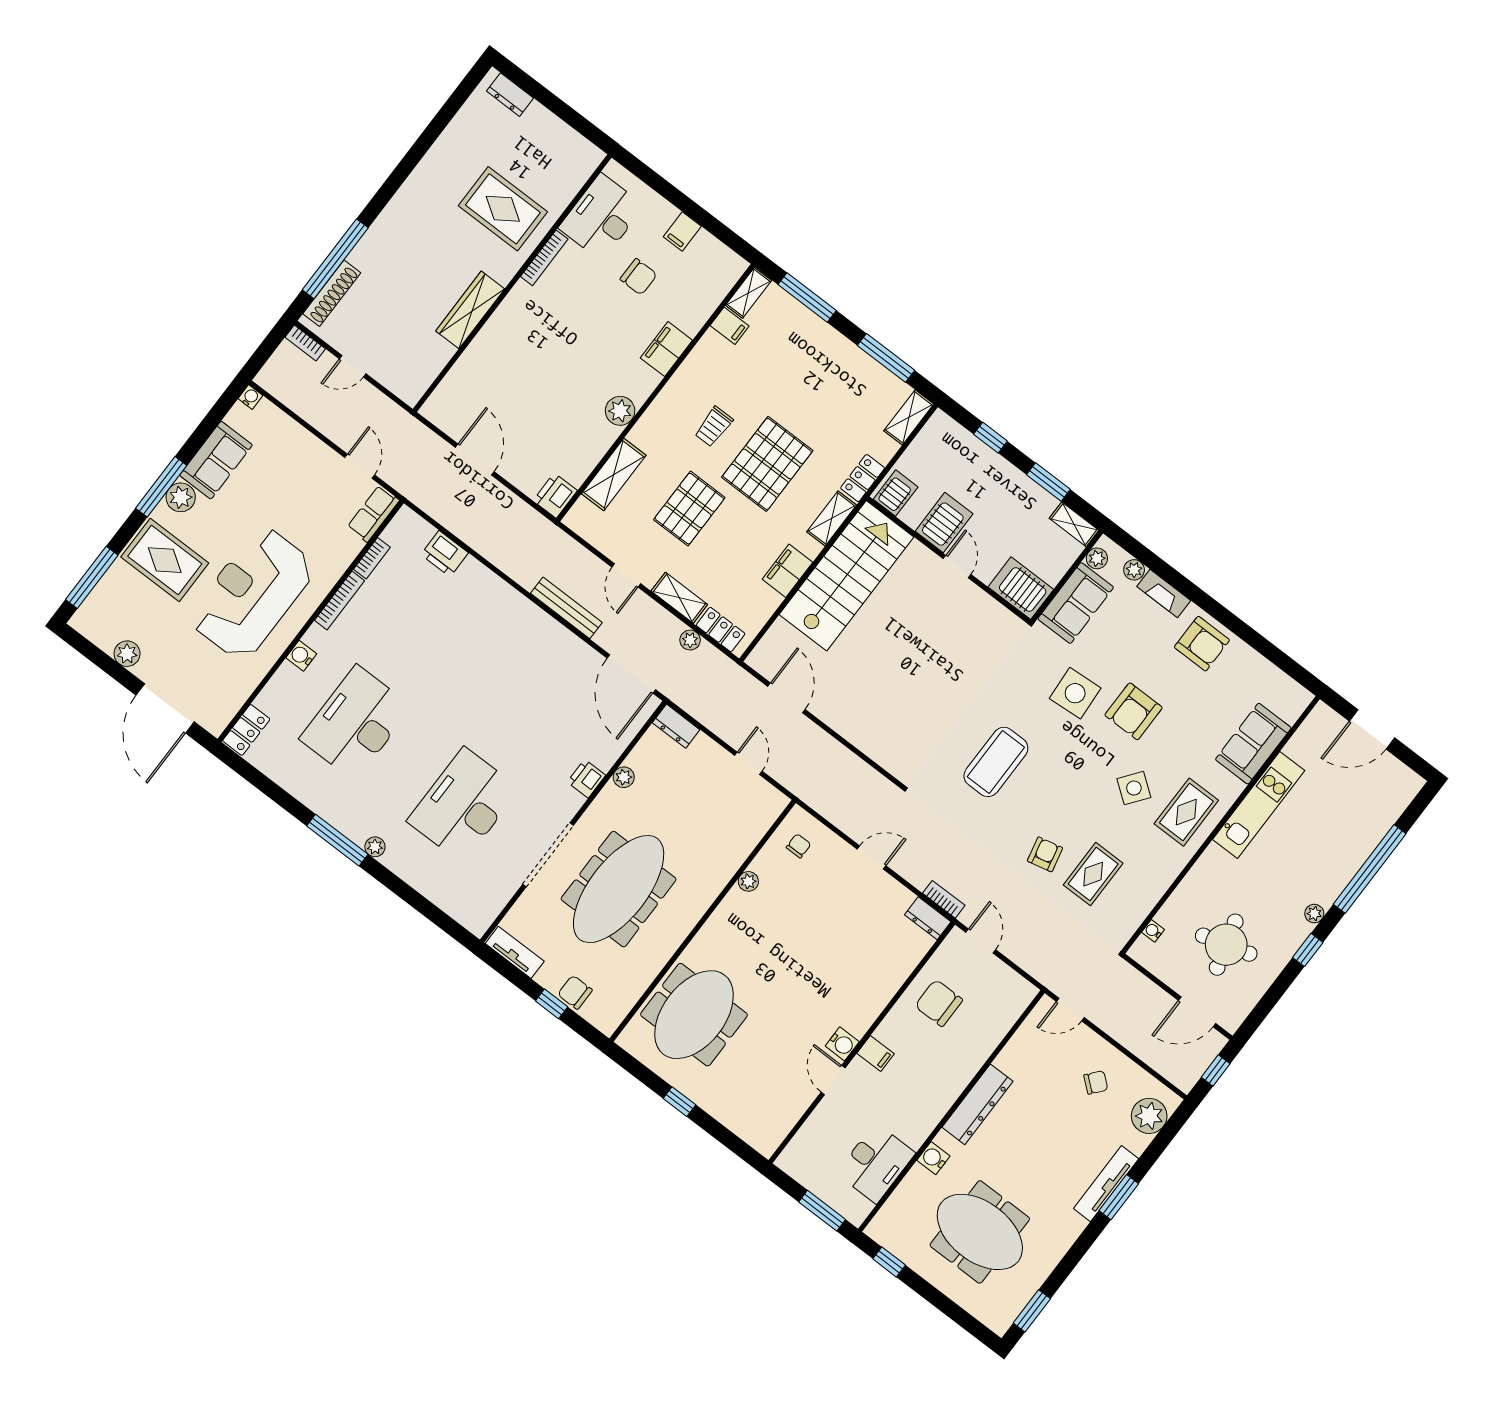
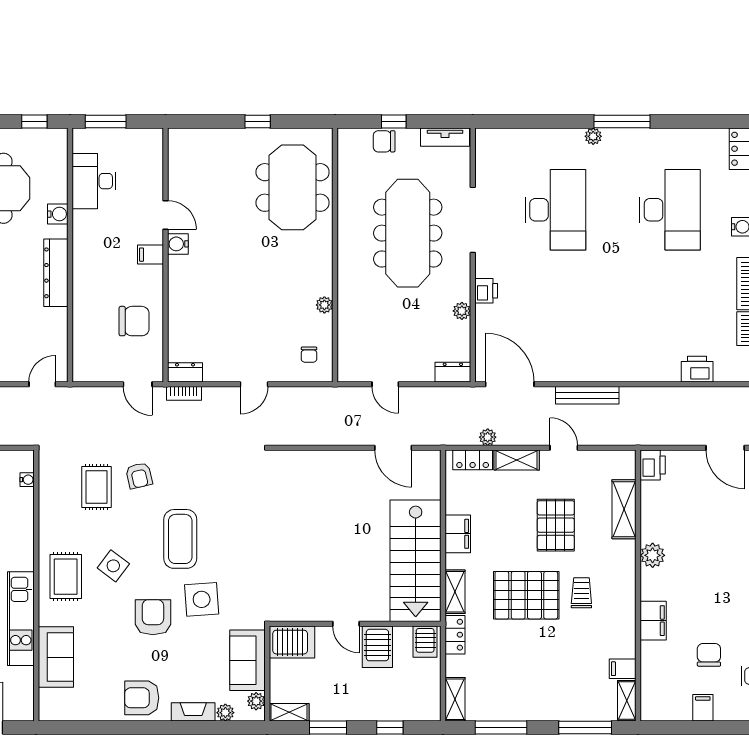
chair: (639, 277) -> (709, 655), turned 90
pallet: (767, 464) -> (526, 595), turned 90
coffee table: (996, 762) -> (180, 539), moved
chair: (575, 992) -> (384, 141), turned 180

